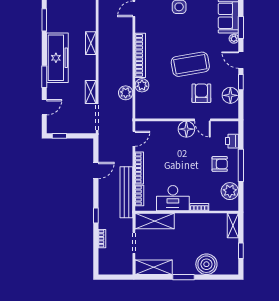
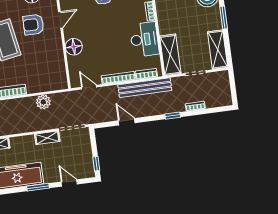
plant: (142, 85) -> (33, 86), removed
floor lamp: (186, 129) -> (74, 47), moved

